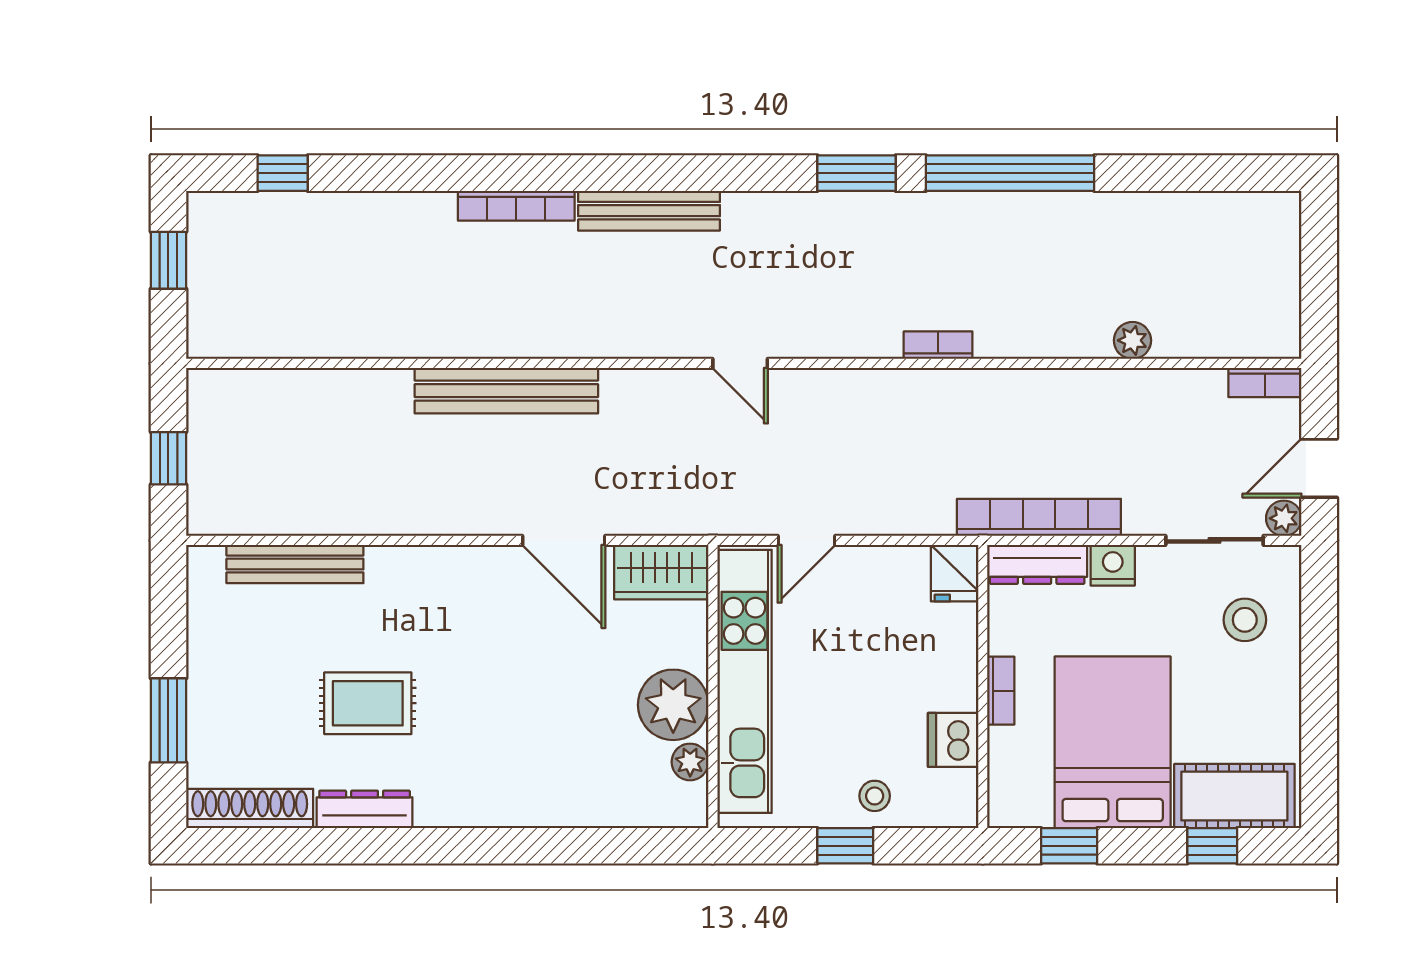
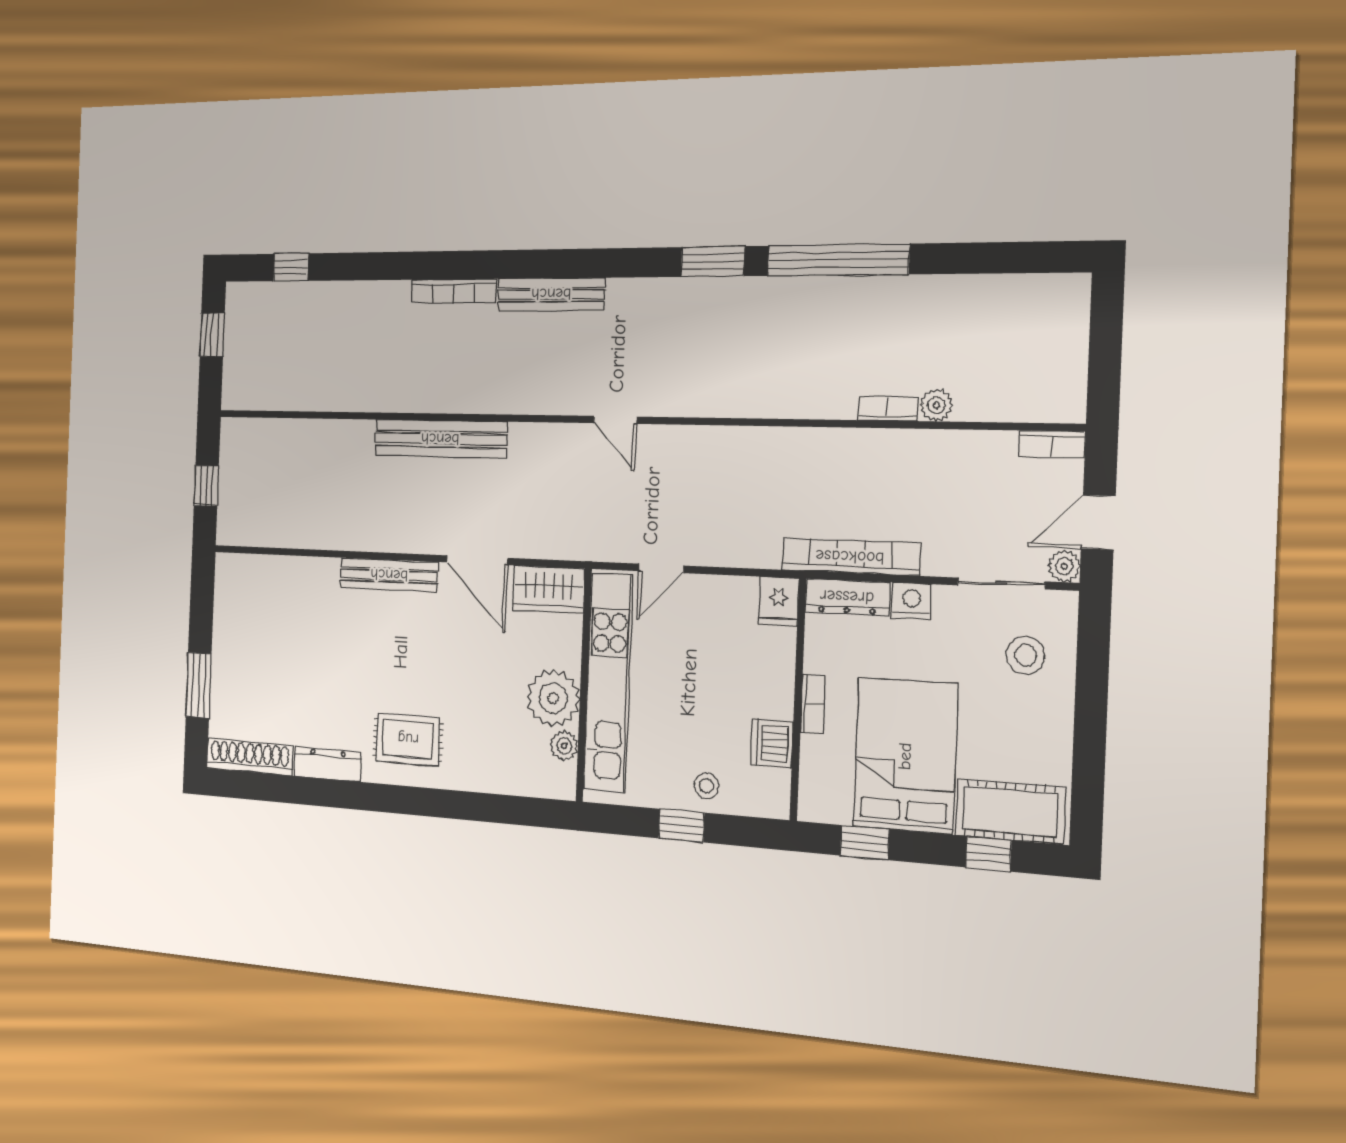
bookcase: (938, 345) -> (888, 409), moved
bench: (295, 564) -> (389, 575), moved
rug: (368, 703) -> (408, 739), moved

